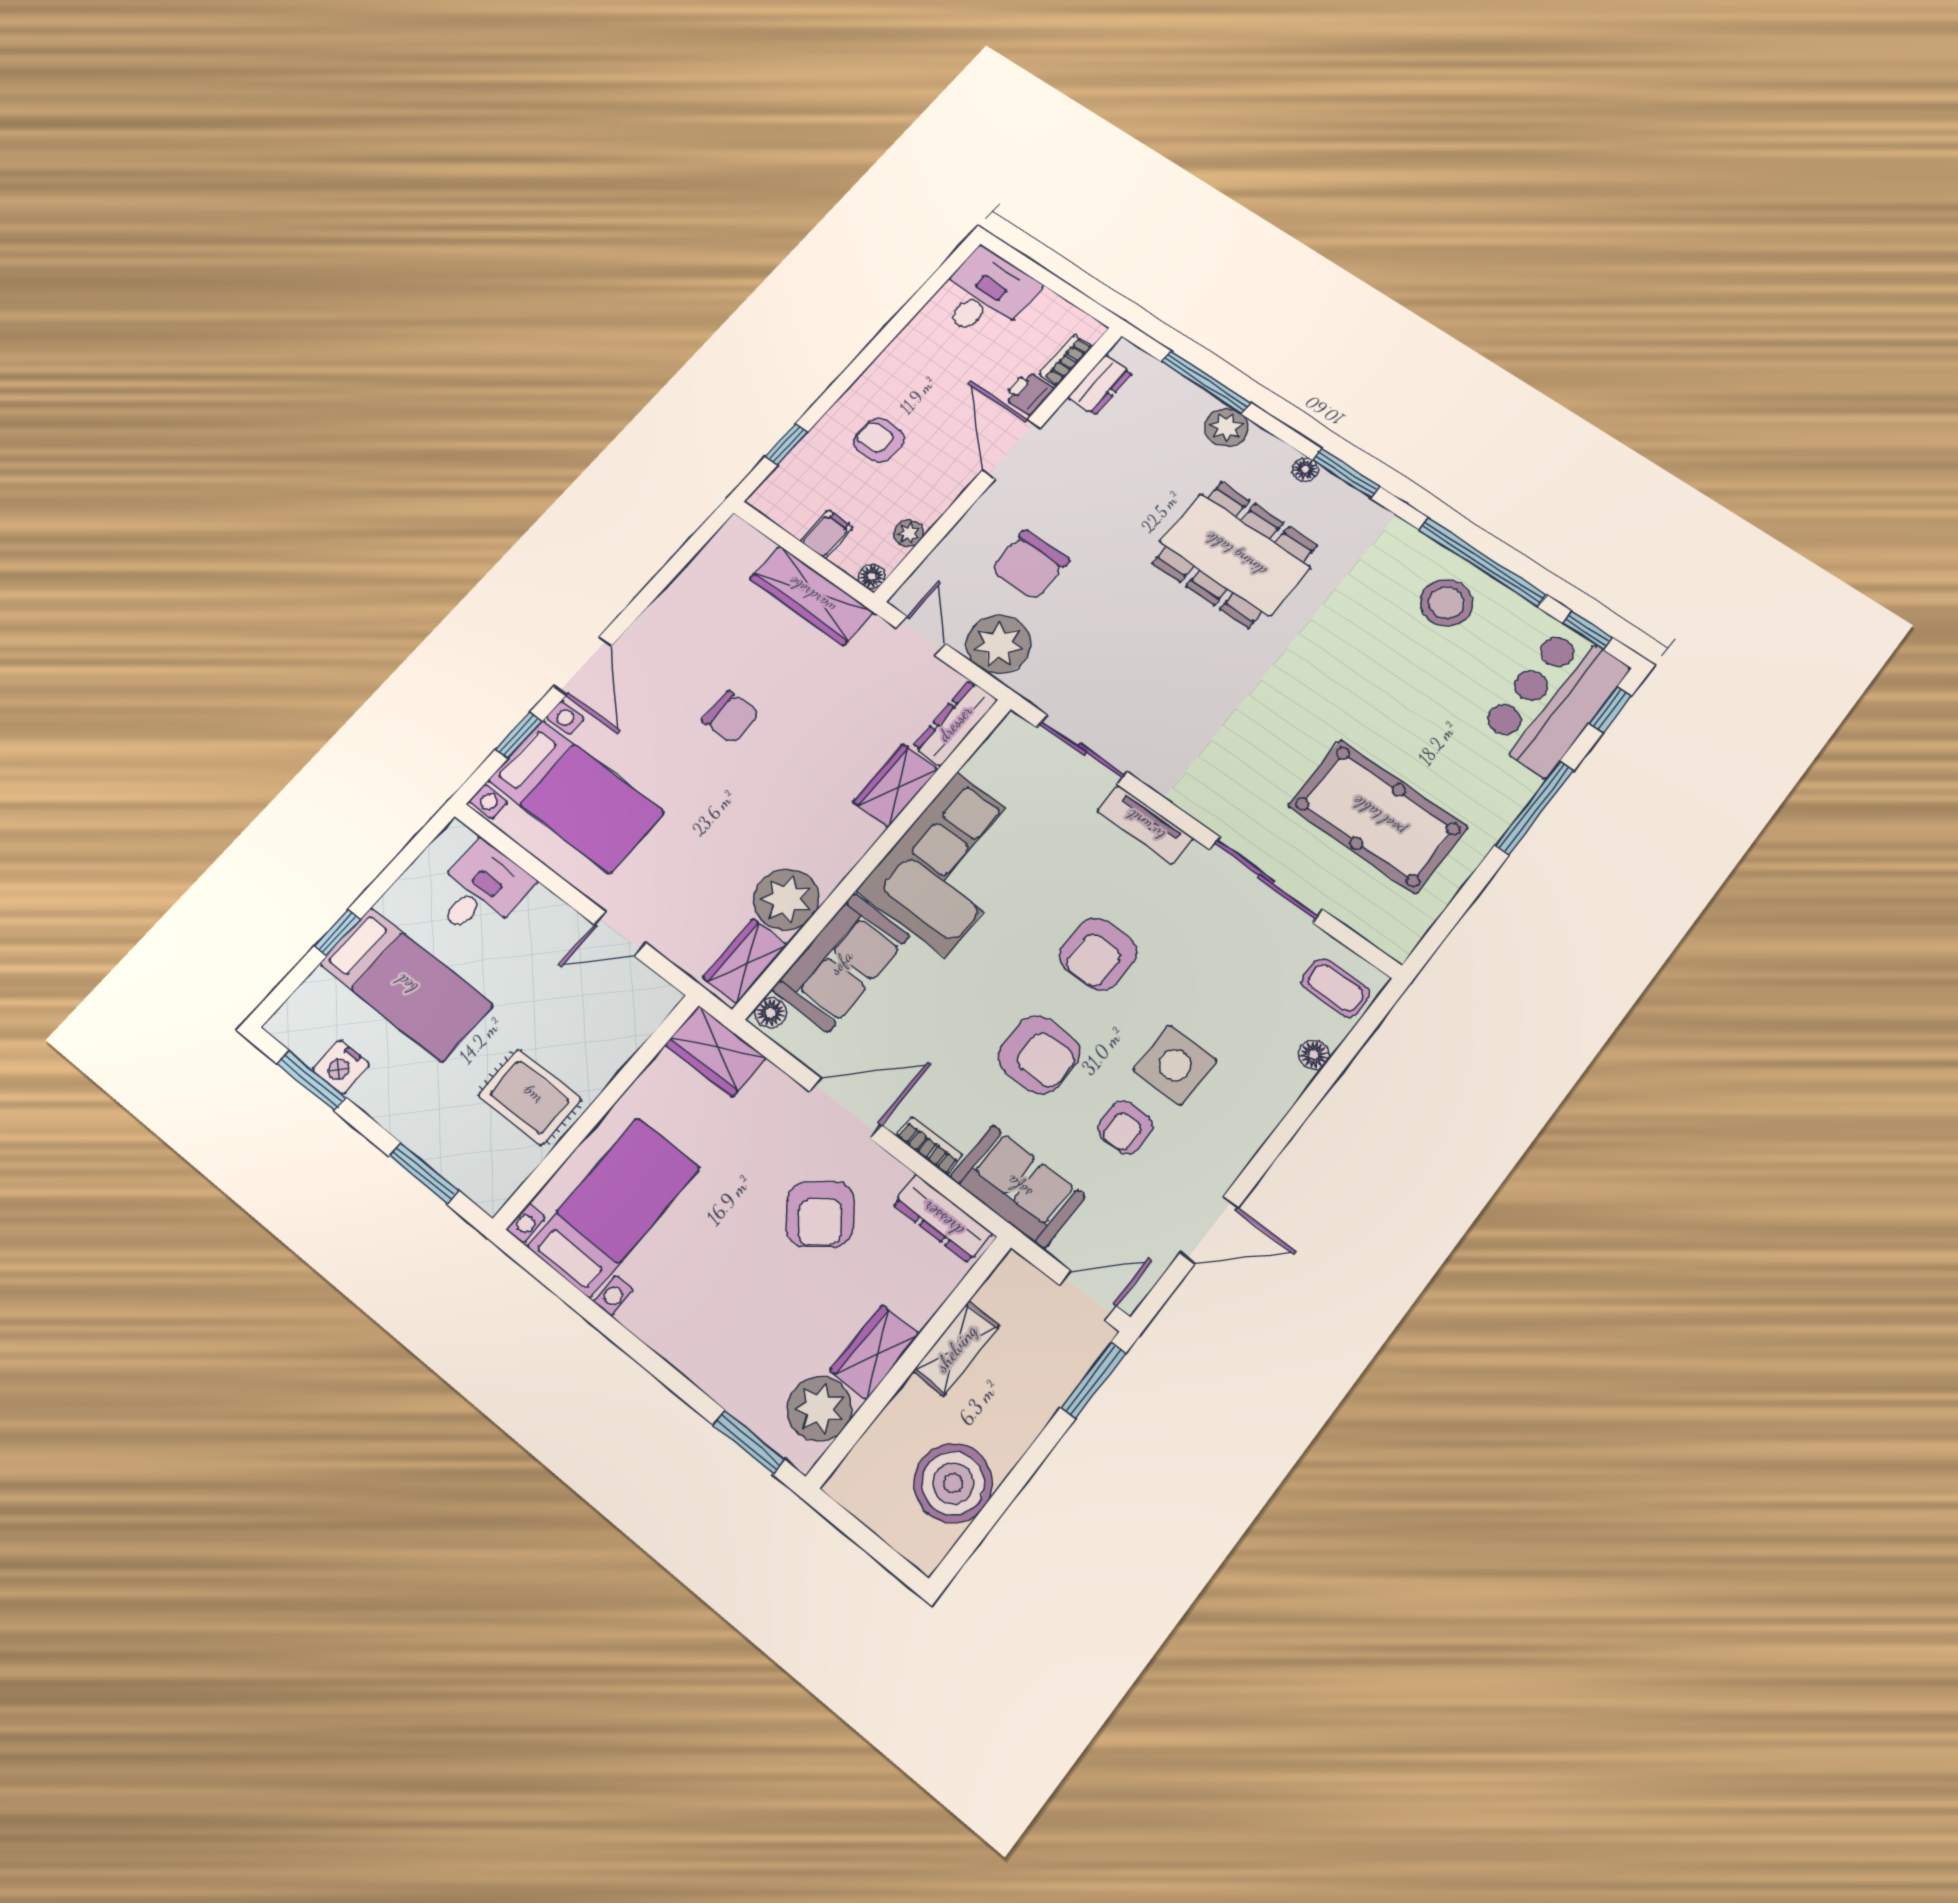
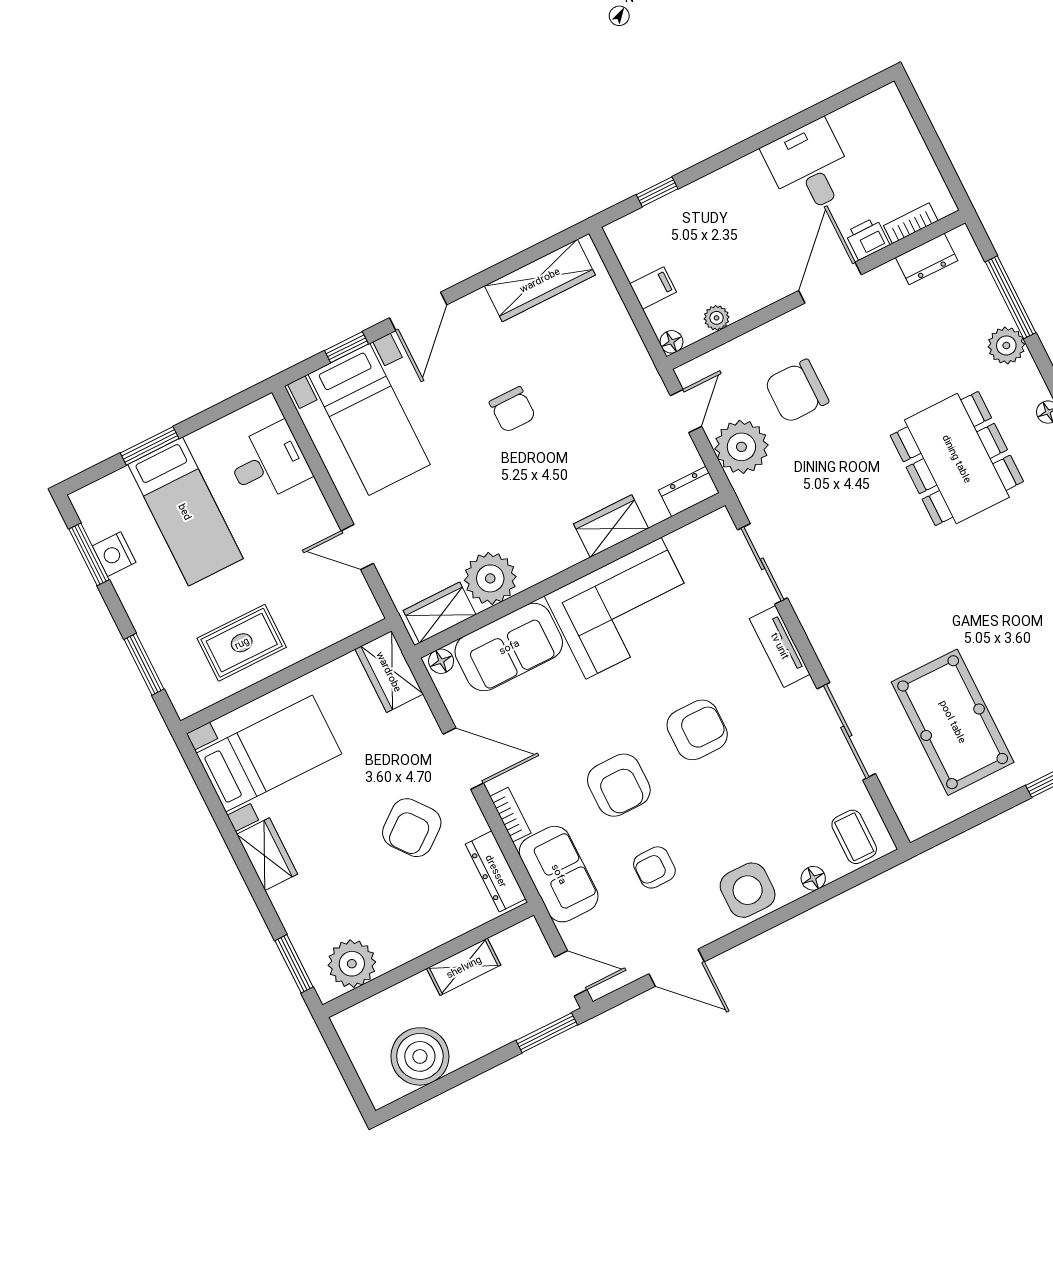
desk: (985, 295) -> (809, 167), moved, turned -90
armchair: (879, 440) -> (731, 224), removed
wardrobe: (811, 595) -> (540, 280), moved, turned -90
dresser: (955, 723) -> (689, 491), width x0.70
window: (337, 933) -> (150, 446), width x1.50
armchair: (1098, 954) -> (697, 730), turned 180
side table: (1175, 1065) -> (748, 890), moved
rug: (530, 1097) -> (242, 643), turned 90
wardrobe: (874, 1352) -> (267, 854), moved, turned 90

